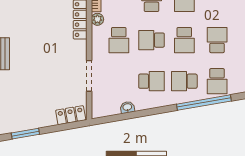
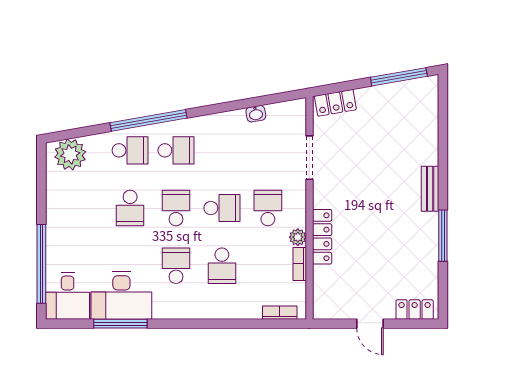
school desk: (152, 81) -> (222, 150), removed
school desk: (217, 81) -> (130, 150), turned 90
window: (25, 134) -> (399, 77), width x1.44

